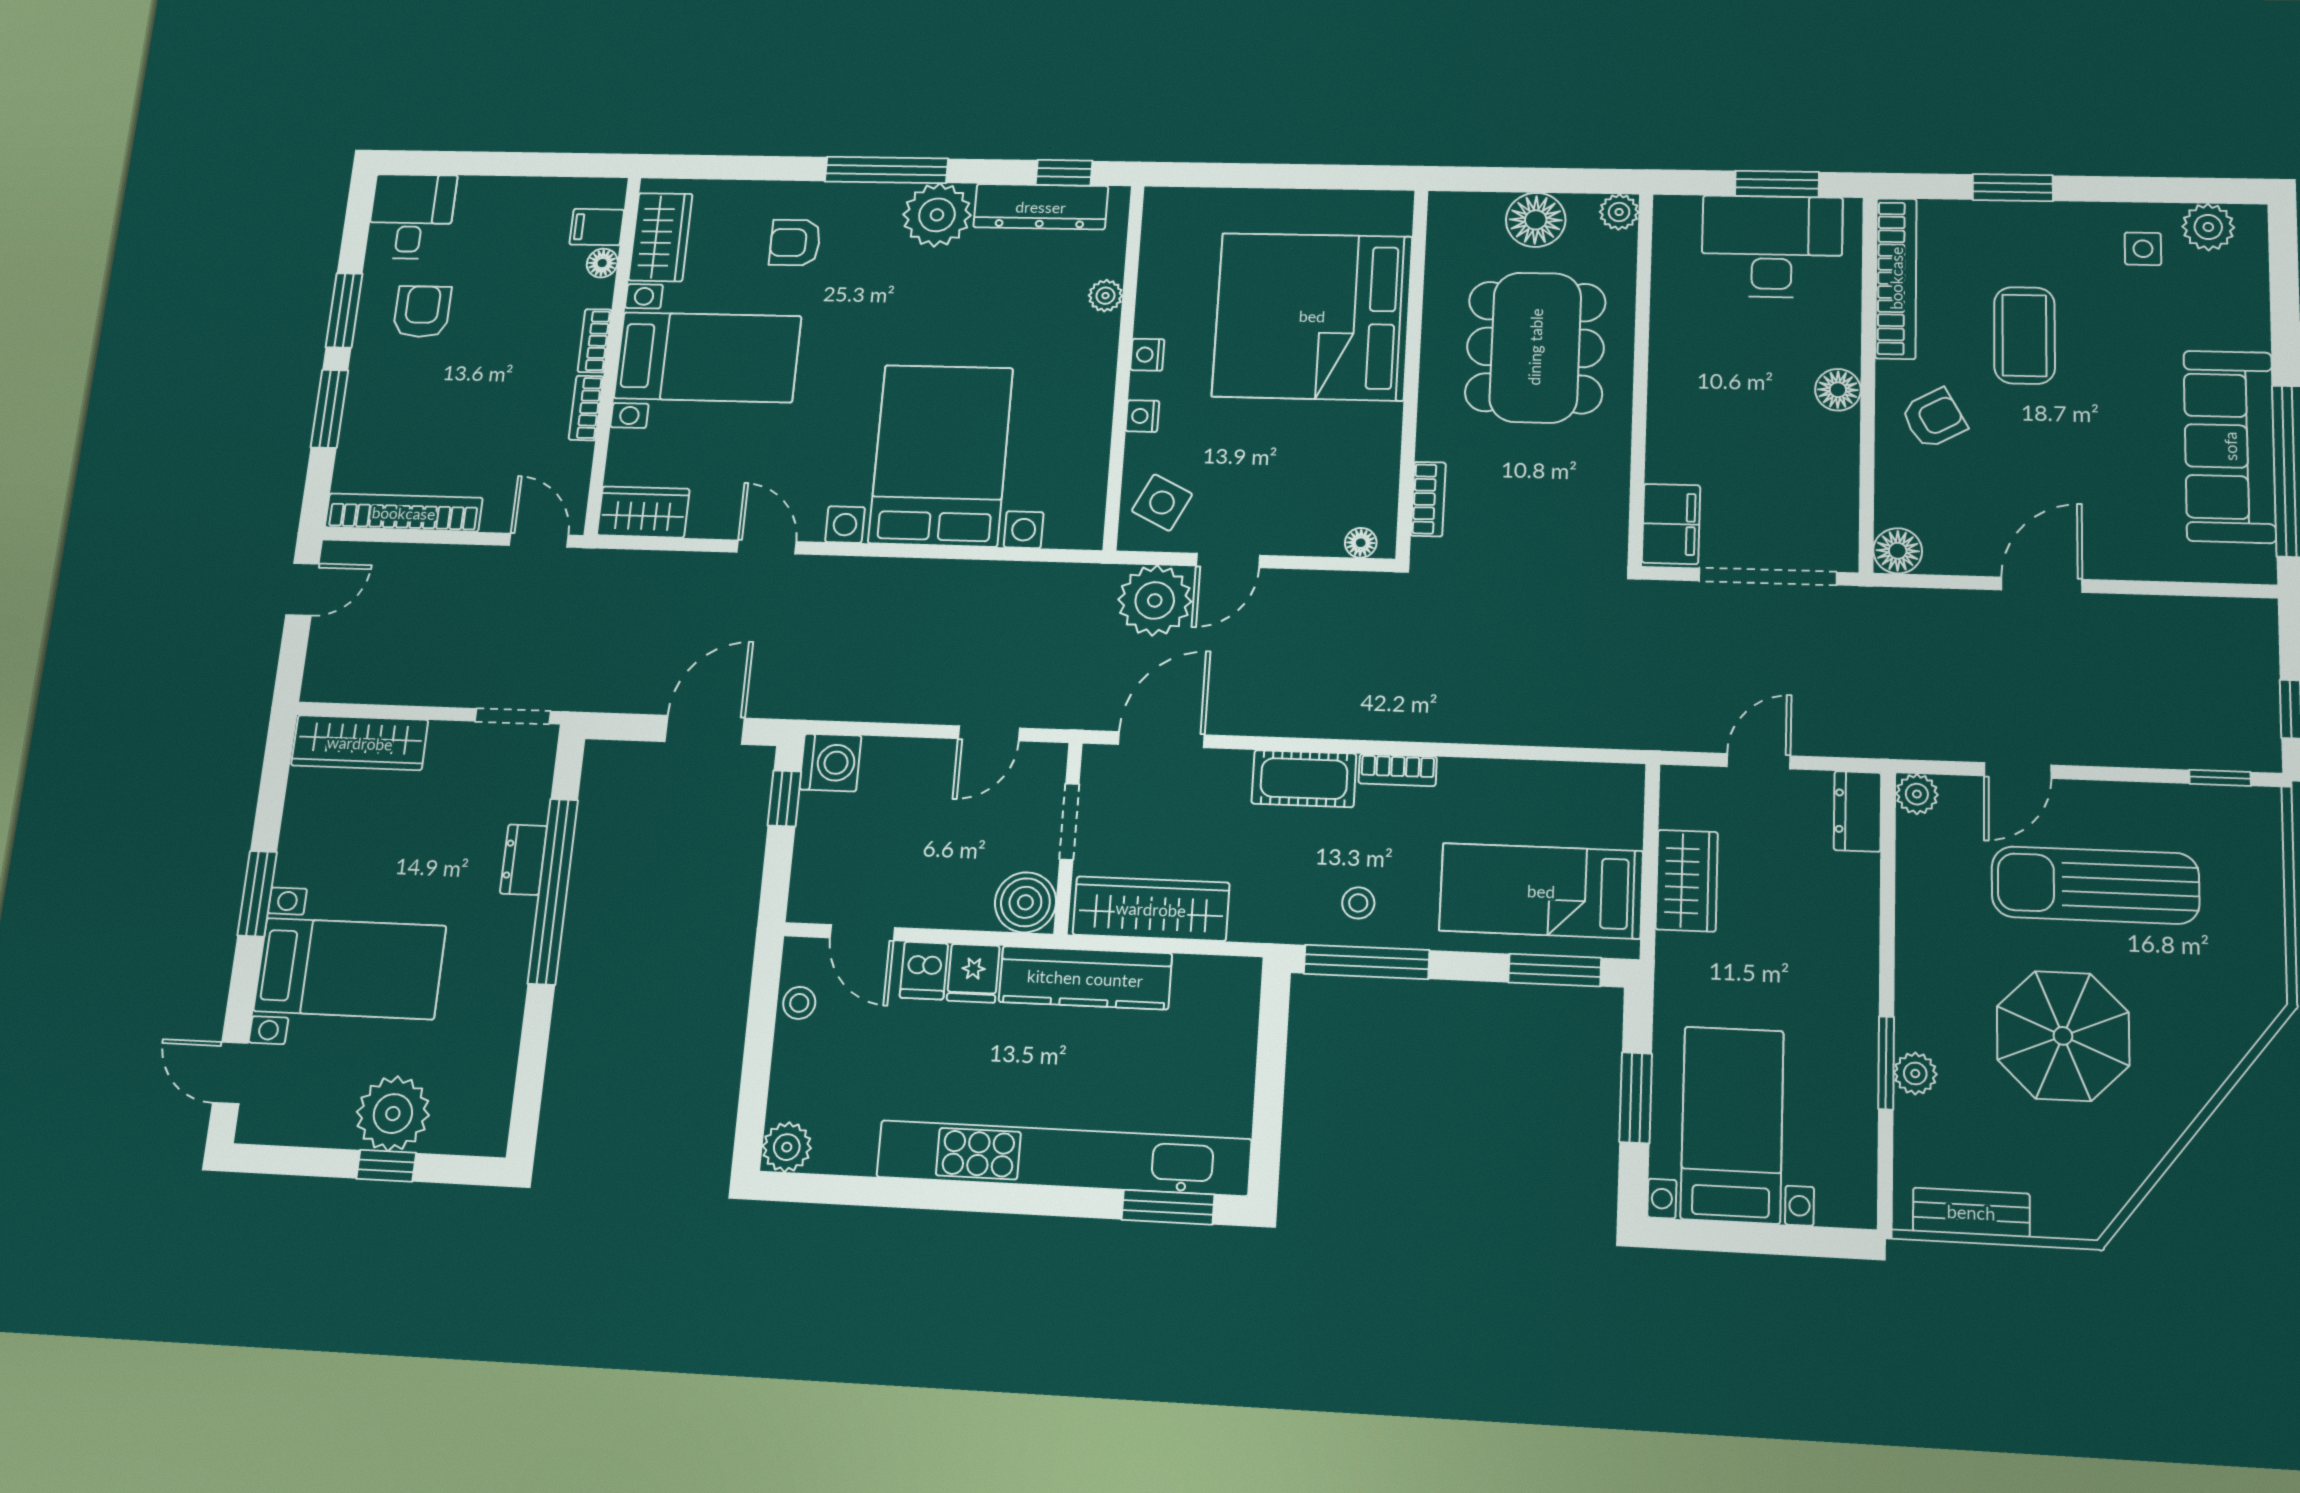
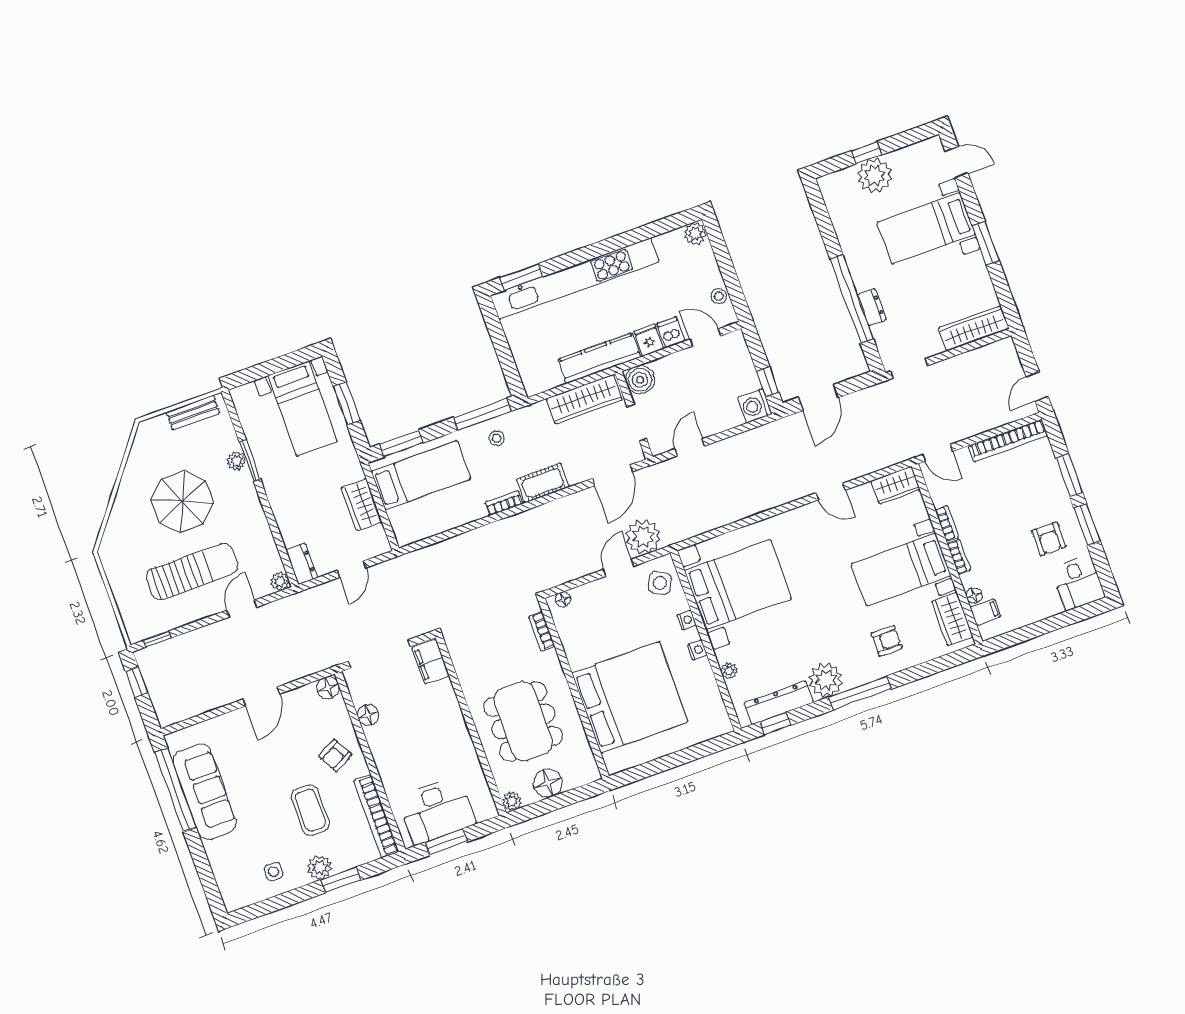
plant: (2208, 227) -> (320, 868), moved
floor lamp: (1838, 390) -> (368, 715), moved
bed with nightstands: (941, 455) -> (738, 585), moved, turned -90

